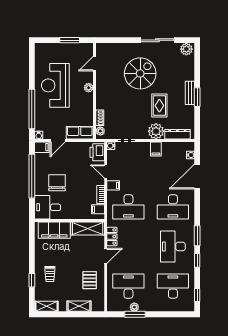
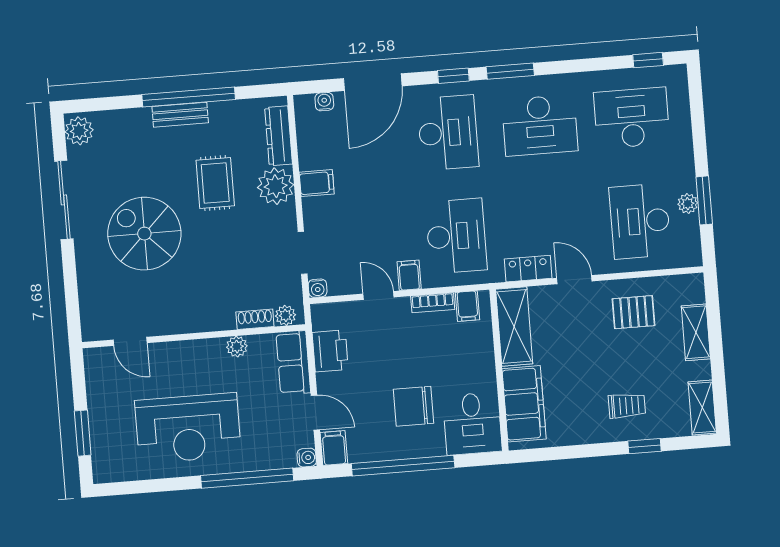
window: (70, 40) -> (83, 433), moved
plant: (89, 88) -> (237, 347), moved
window: (197, 97) -> (189, 97), width x2.11
rug: (159, 106) -> (215, 183), turned 90
printer: (97, 152) -> (330, 351), moved, turned -90
door: (106, 172) -> (378, 295), swing flipped
door: (197, 176) -> (373, 82), hinge flipped
window: (197, 260) -> (453, 76), moved
desk: (173, 286) -> (632, 118), turned 90

